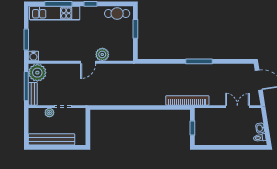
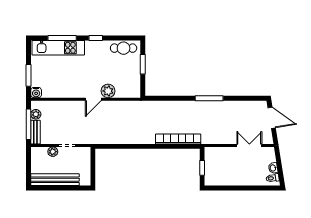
plant: (37, 73) -> (36, 114), width x0.53, depth x0.53
bookcase: (187, 100) -> (178, 139), moved

